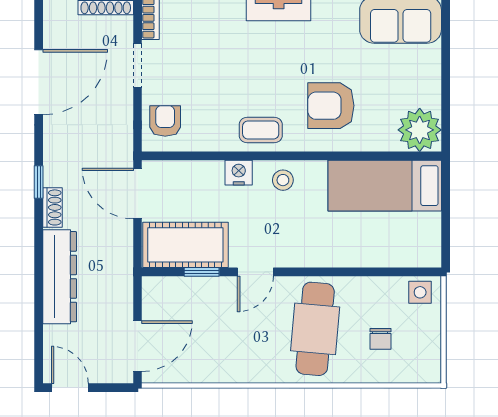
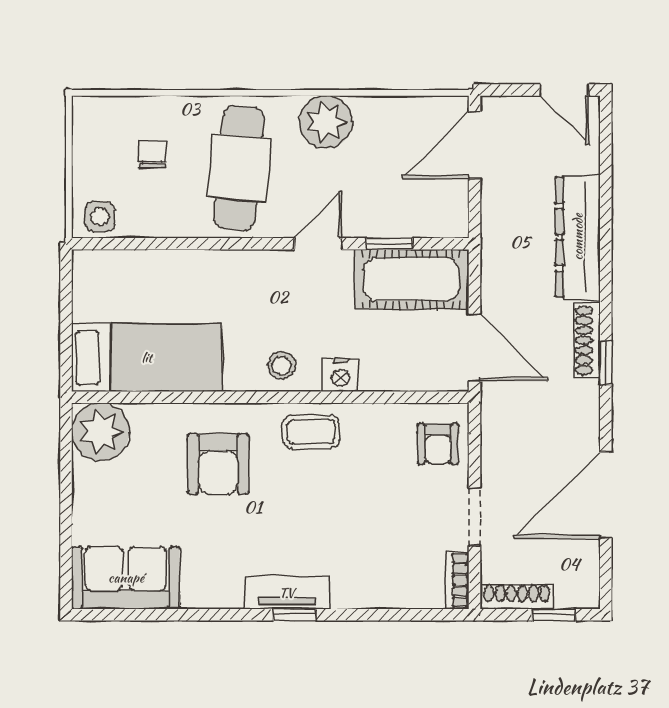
armchair: (331, 106) -> (218, 464), turned 90
shoe rack: (52, 207) -> (587, 340), width x1.43
plant: (250, 364) -> (326, 122), added

